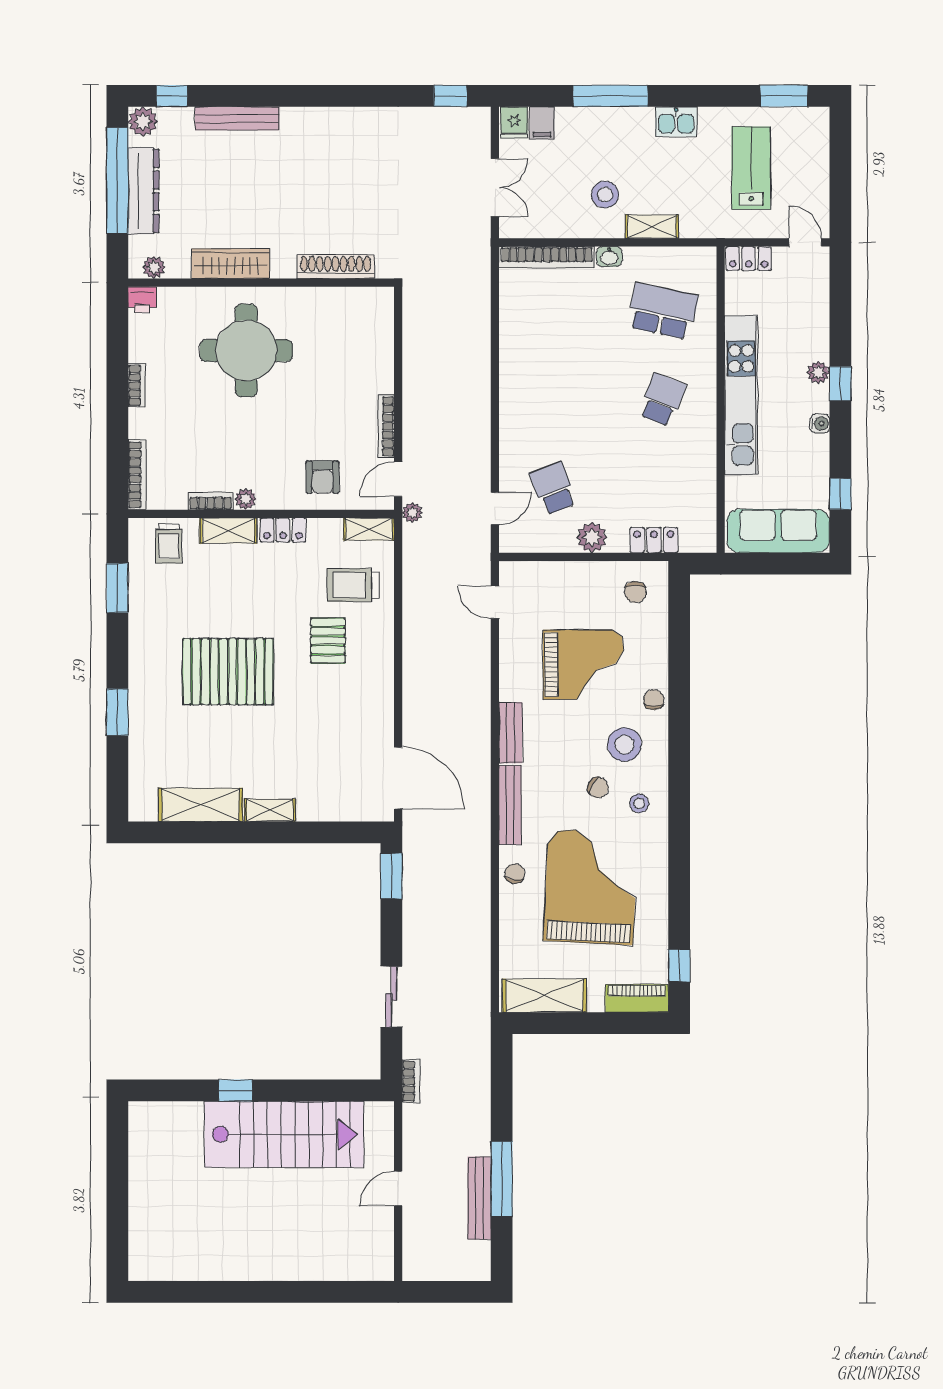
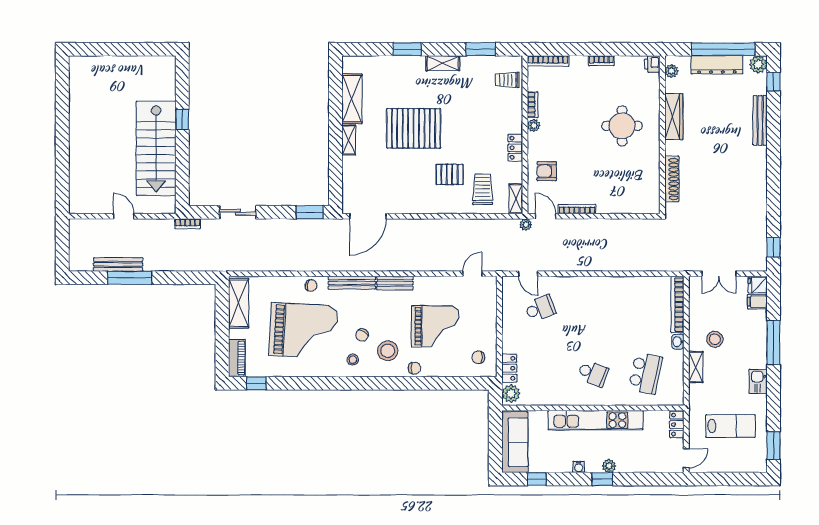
round table: (246, 351) -> (622, 126), width x0.73, depth x0.73
shelving: (228, 531) -> (443, 63), moved, turned 90
plant: (592, 537) -> (511, 394), moved
grand piano: (583, 665) -> (435, 326), turned -90
pallet: (228, 672) -> (414, 128), moved, turned 90

